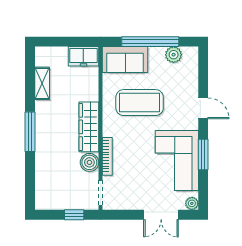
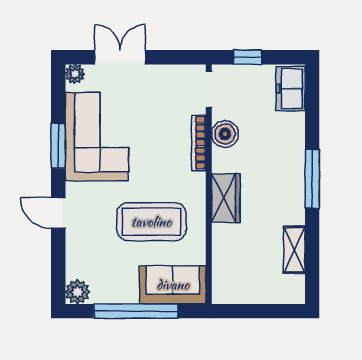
plant: (174, 55) -> (77, 292), moved
freezer: (83, 56) -> (291, 89), moved, turned -90
wardrobe: (89, 127) -> (226, 198), width x0.67

